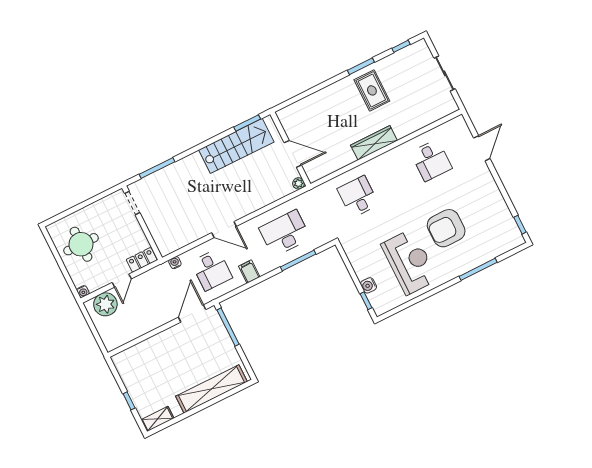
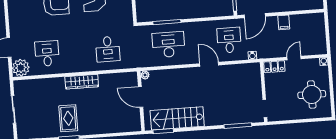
desk: (285, 233) -> (168, 45), turned 180
filing cabinet: (249, 272) -> (284, 22), moved
plant: (105, 304) -> (21, 68), moved

